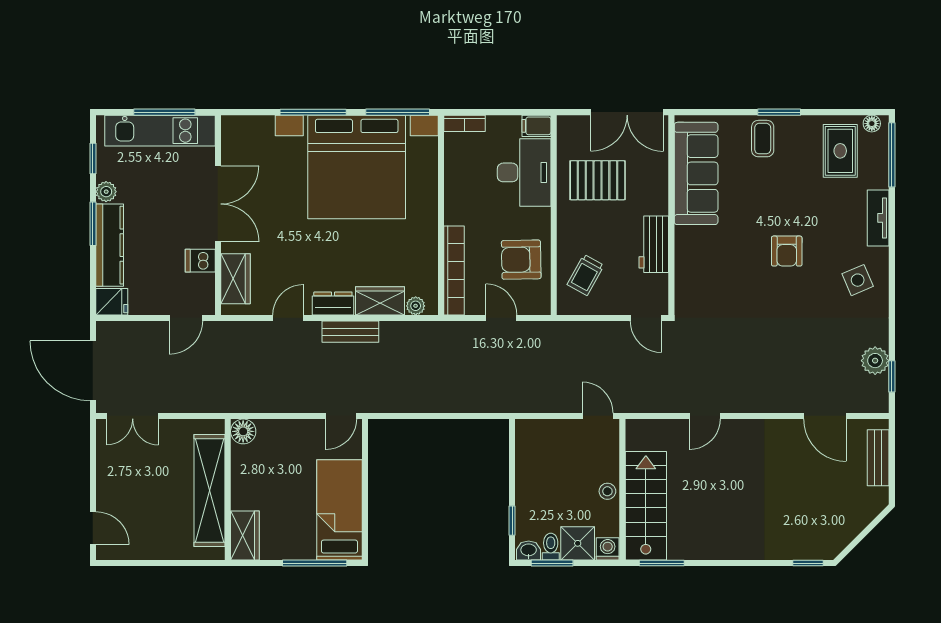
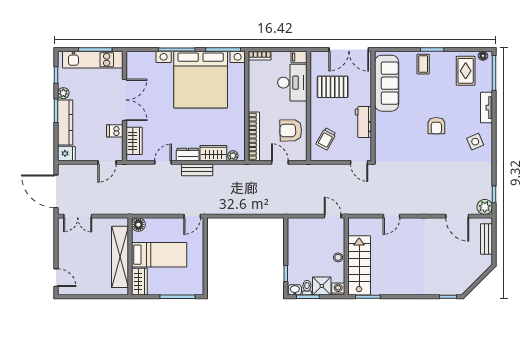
plant: (875, 361) -> (485, 207), moved
bed: (339, 510) -> (159, 255), moved, turned 90

